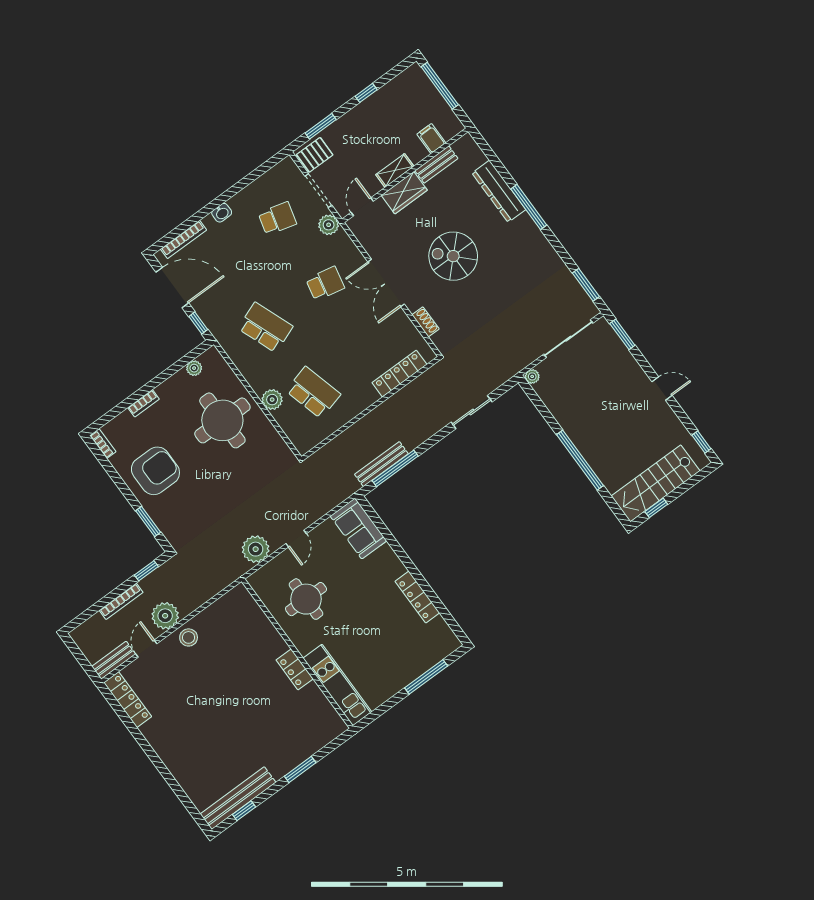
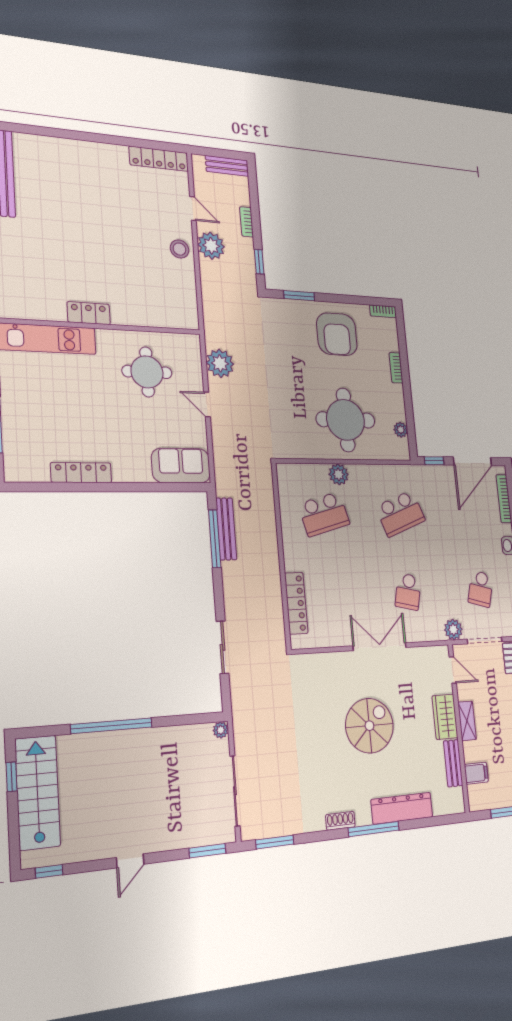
shoe rack: (426, 322) -> (340, 821), moved, turned 180
bookcase: (121, 601) -> (247, 222), width x0.64
bench: (114, 660) -> (227, 166), moved, turned 90

